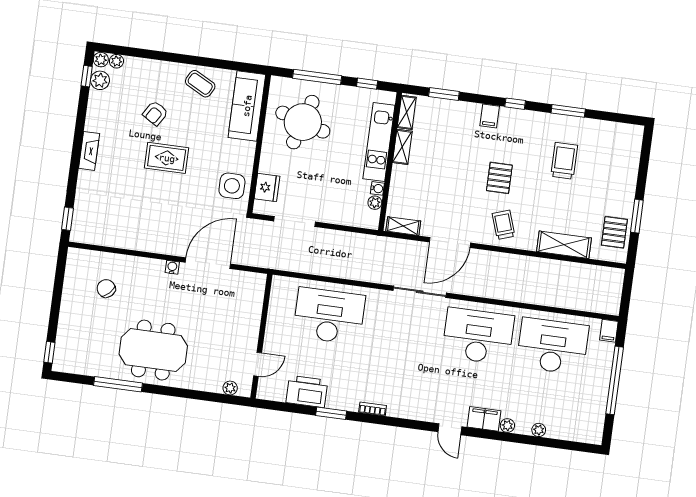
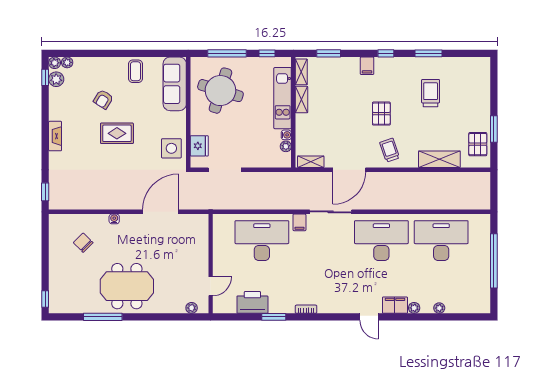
coffee table: (200, 84) -> (135, 71), turned 62
water cooler: (172, 267) -> (114, 219), moved
filing cabinet: (609, 331) -> (299, 222), moved

